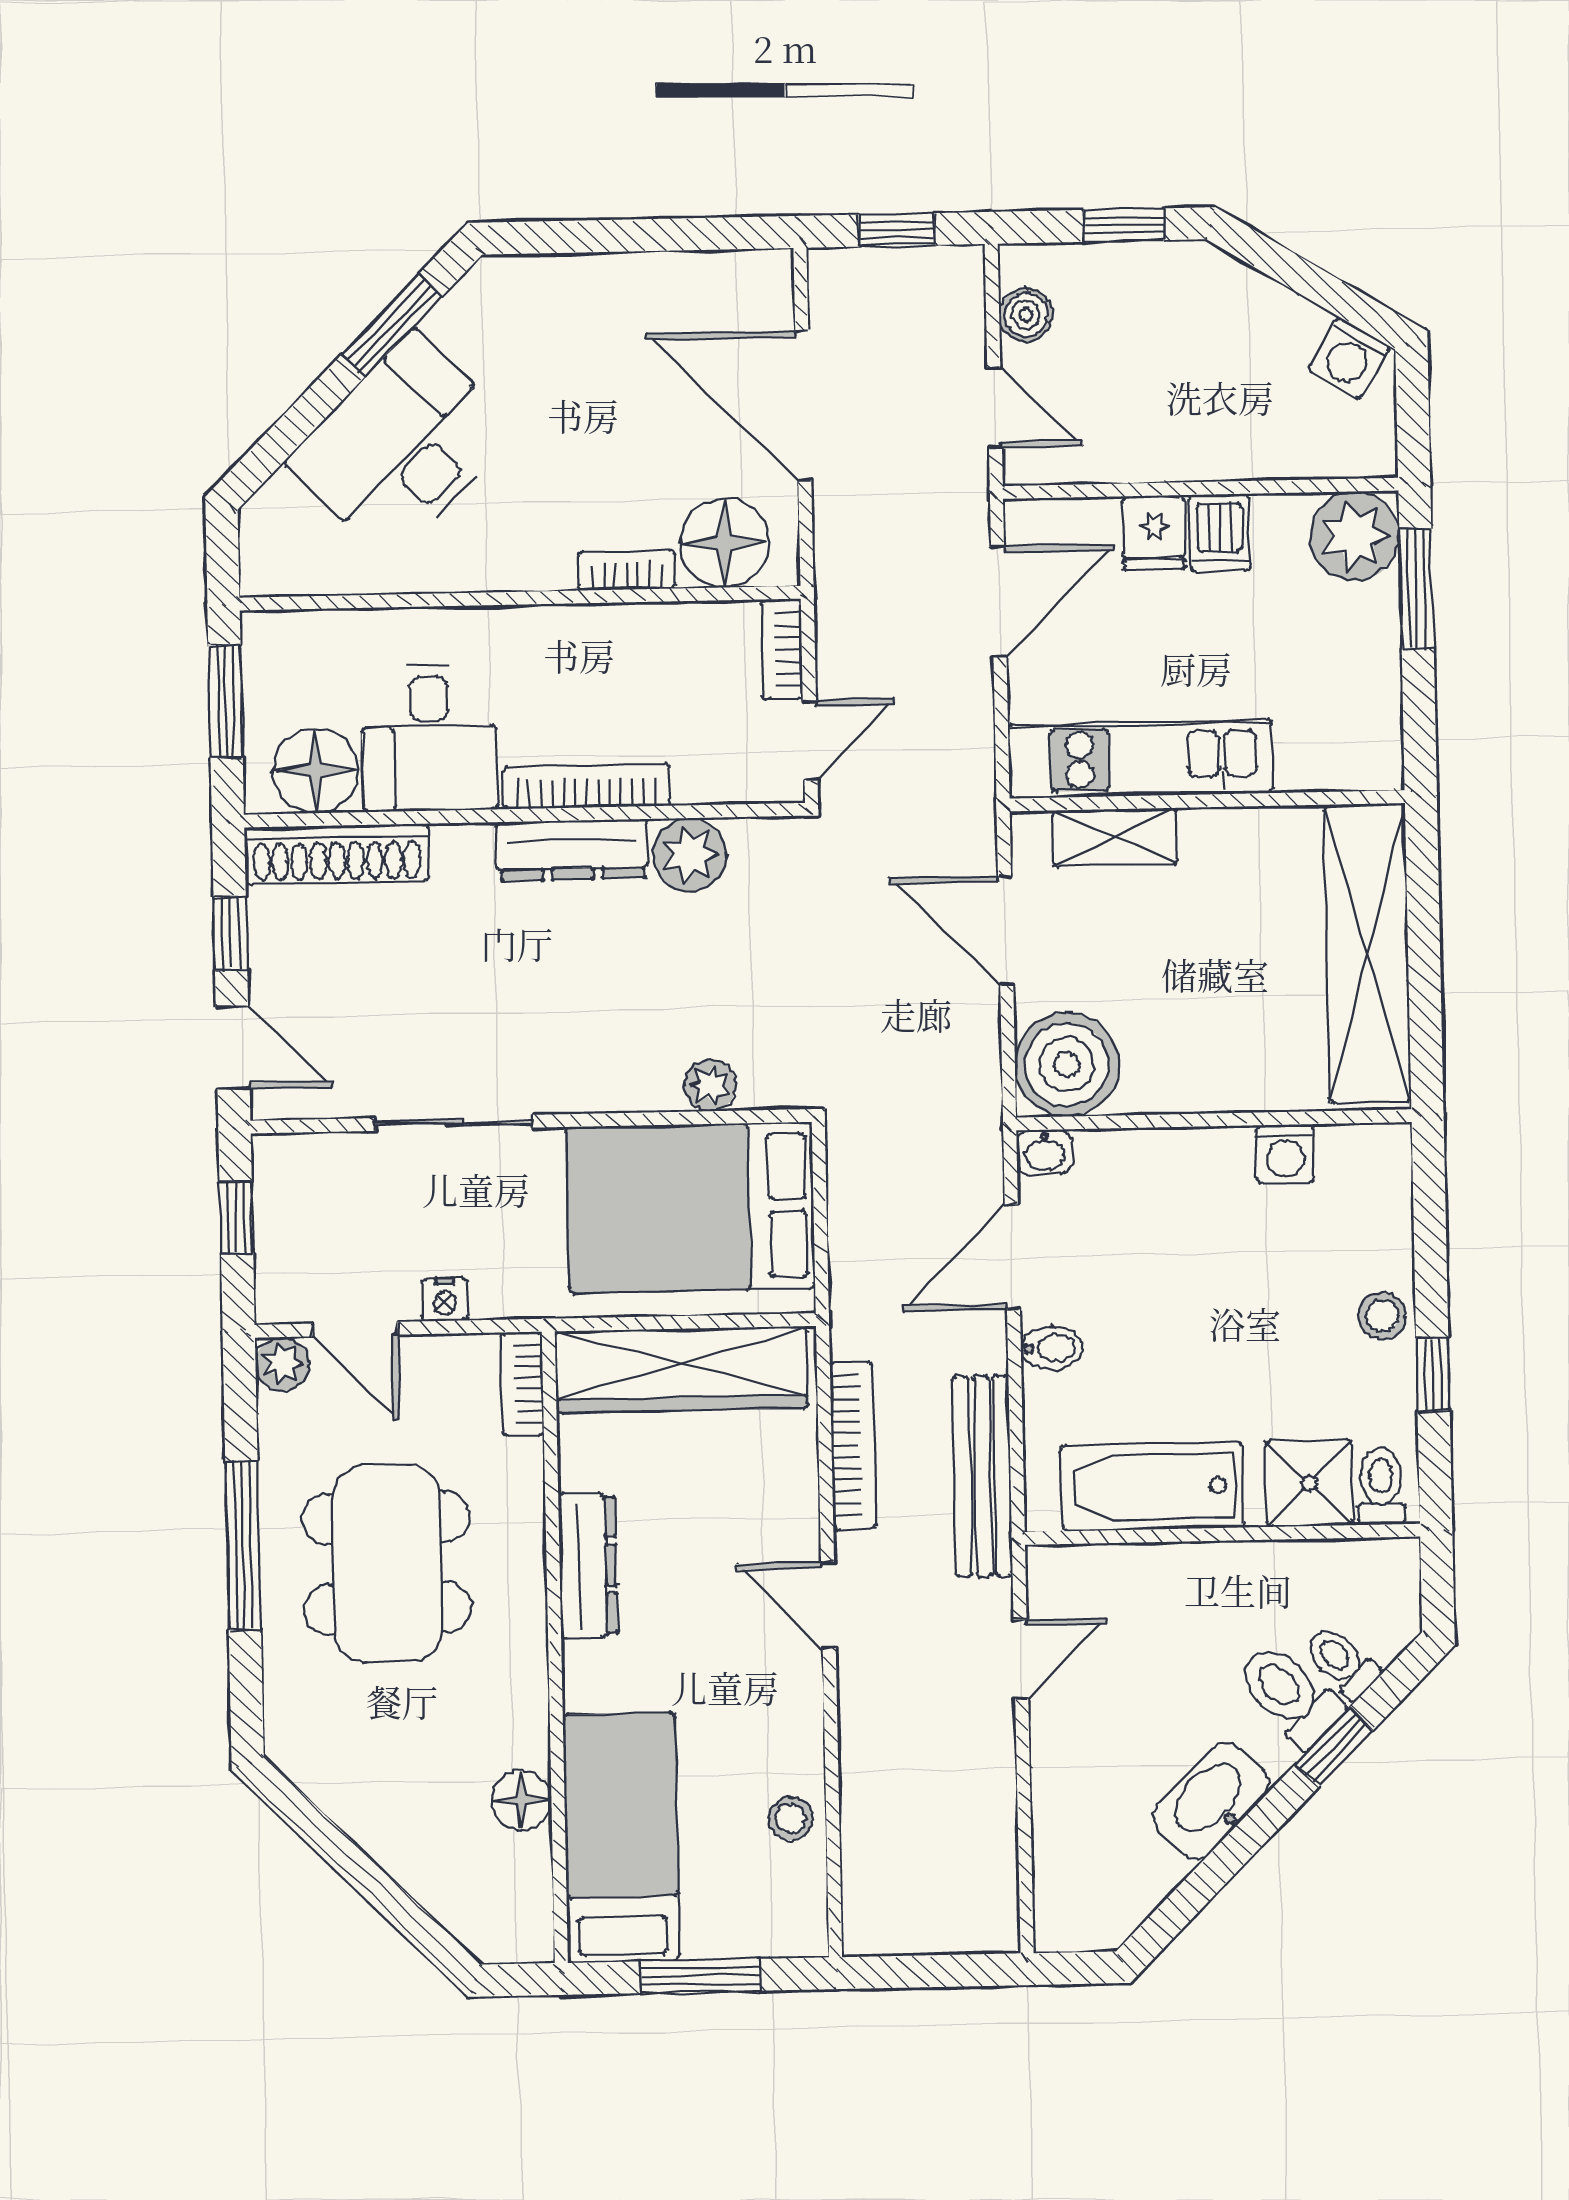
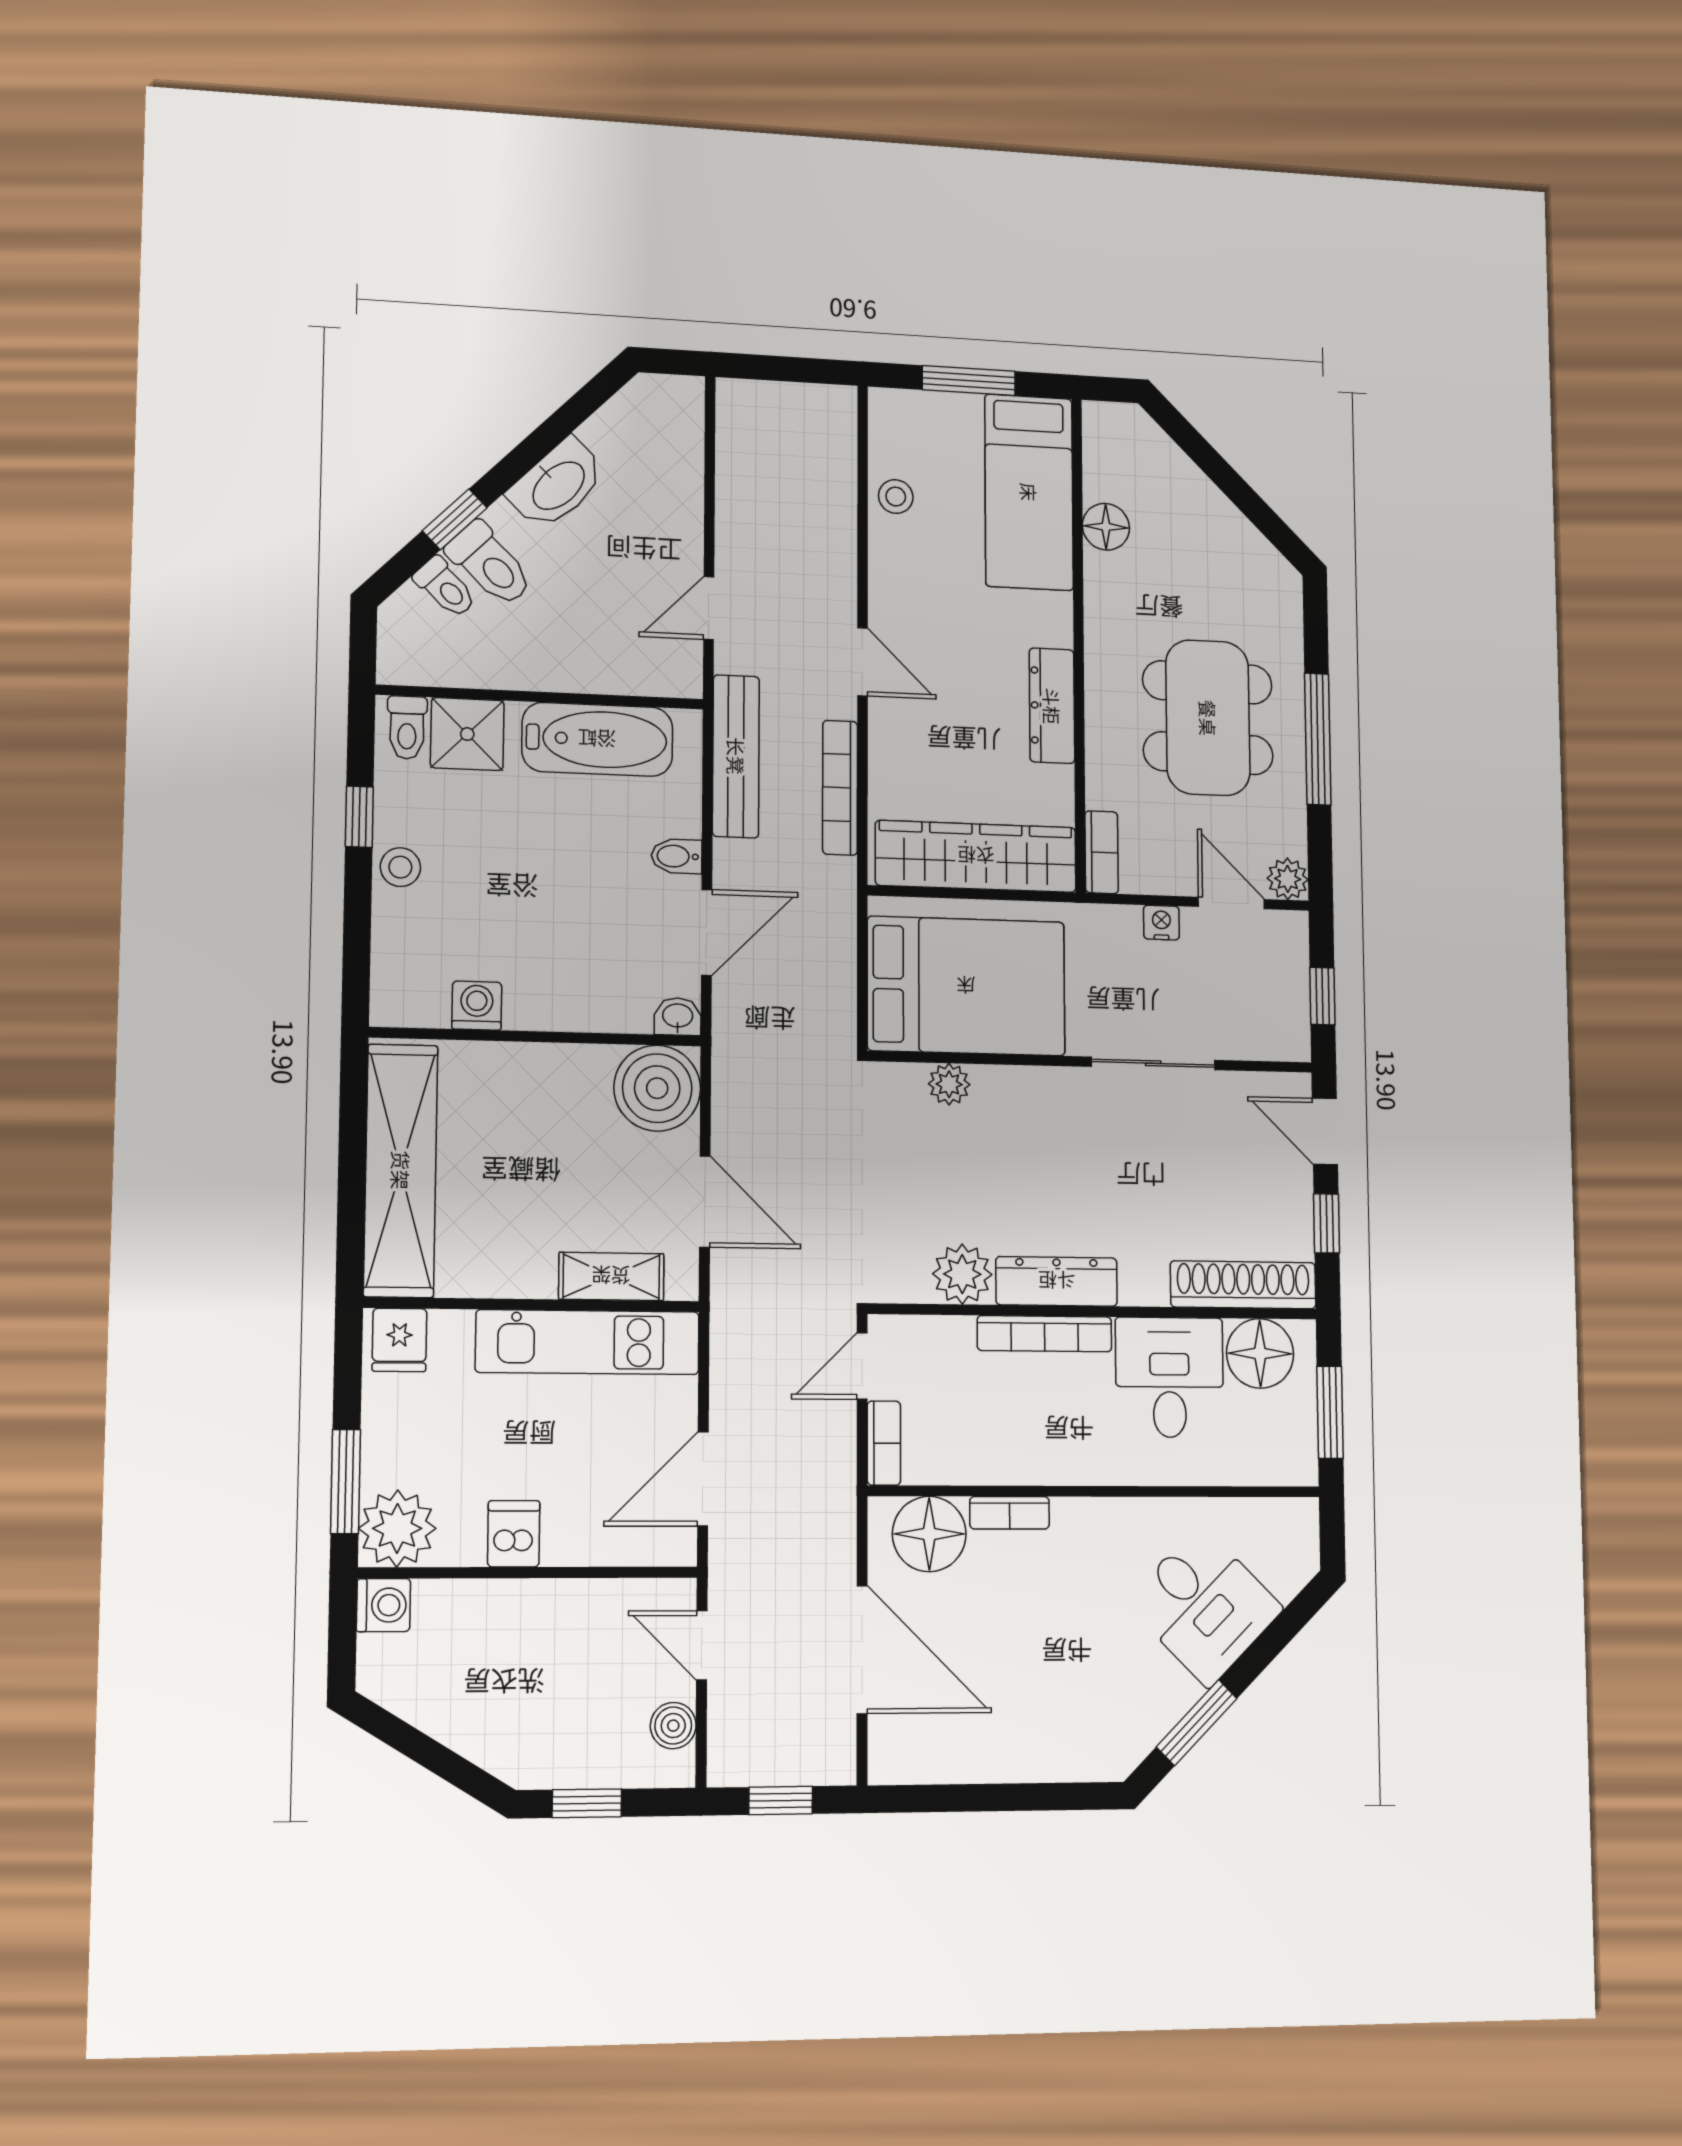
washing machine: (1349, 358) -> (384, 1605), moved, turned 59
desk: (401, 446) -> (1204, 1606), width x0.73
fridge: (1154, 533) -> (399, 1340), moved, turned 180

